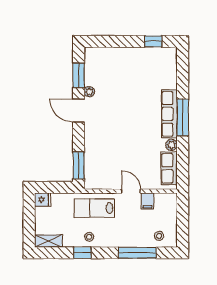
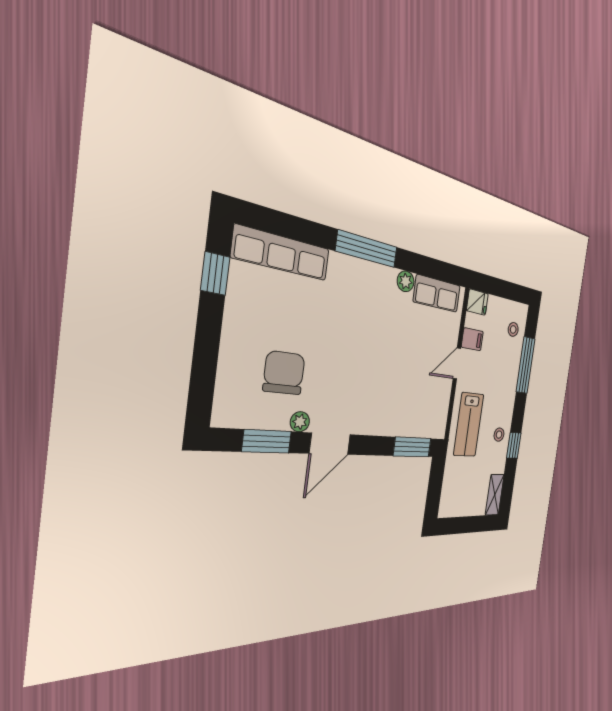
chair: (113, 80) -> (284, 373), added
row of seats: (169, 114) -> (282, 253), moved
fridge: (43, 200) -> (477, 302), moved, turned 90

